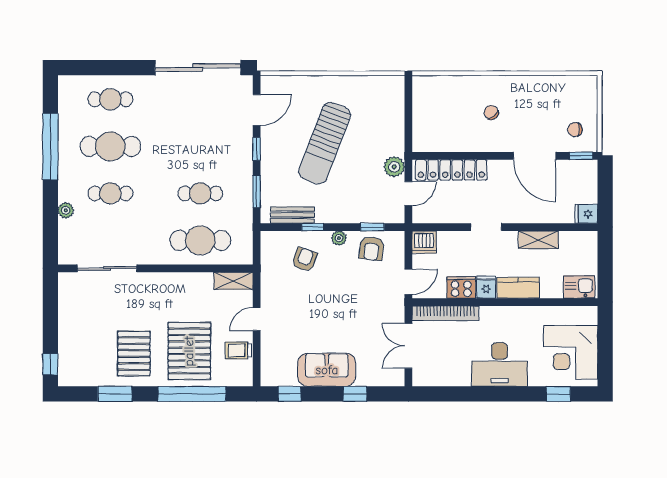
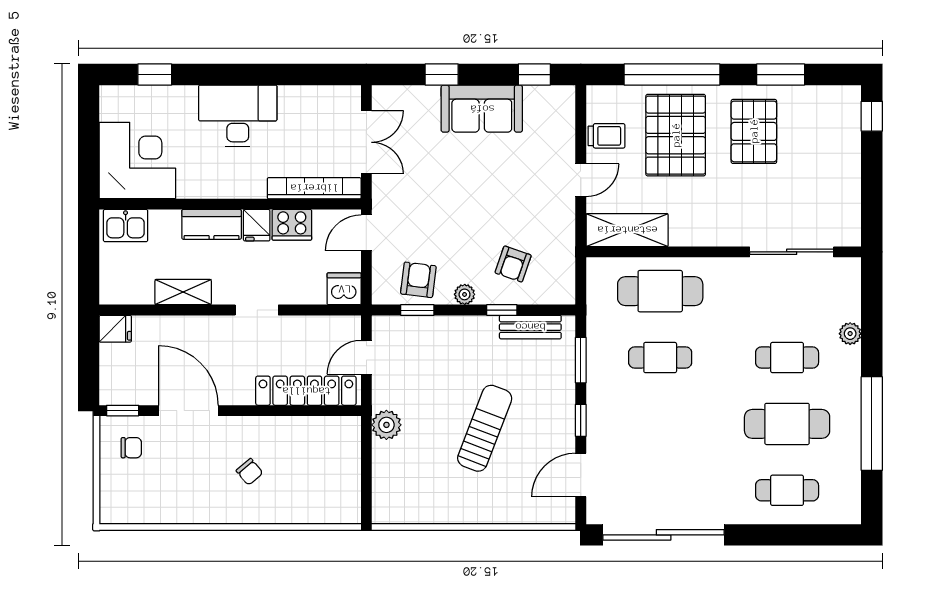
sun lounger: (325, 143) -> (485, 428), width x0.73, depth x0.75
plant: (394, 167) -> (386, 425), moved
shelving: (233, 281) -> (627, 230), width x1.50, depth x1.33
corner desk: (571, 352) -> (137, 160), moved

